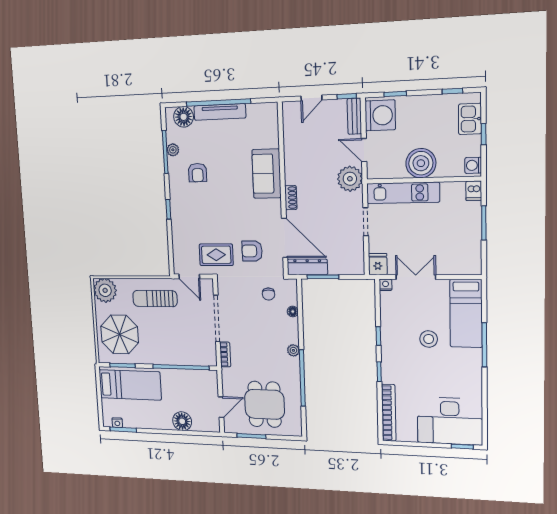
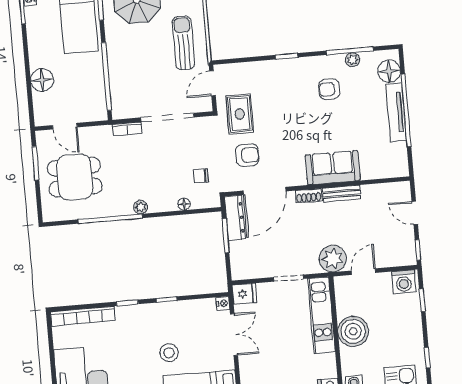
washing machine: (380, 115) -> (404, 282), width x0.73, depth x0.73
bench: (354, 116) -> (342, 194), moved
armchair: (252, 251) -> (247, 155), turned 90

